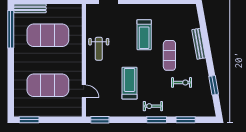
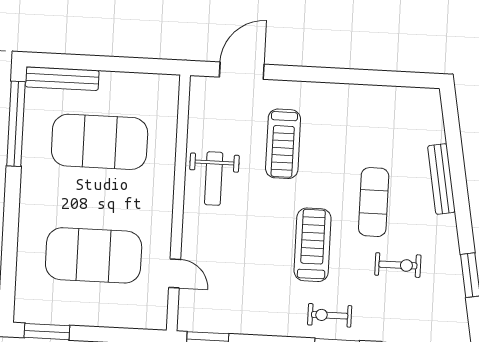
treadmill: (144, 35) -> (283, 144), moved
treadmill: (130, 83) -> (313, 245), moved

